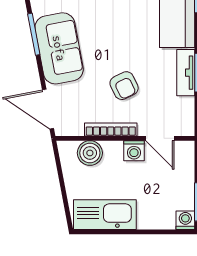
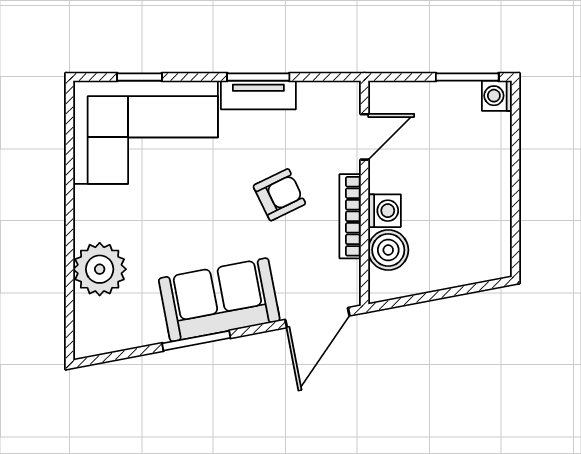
washing machine: (134, 151) -> (384, 211), moved
kitchen sink: (105, 215) -> (488, 226), removed

